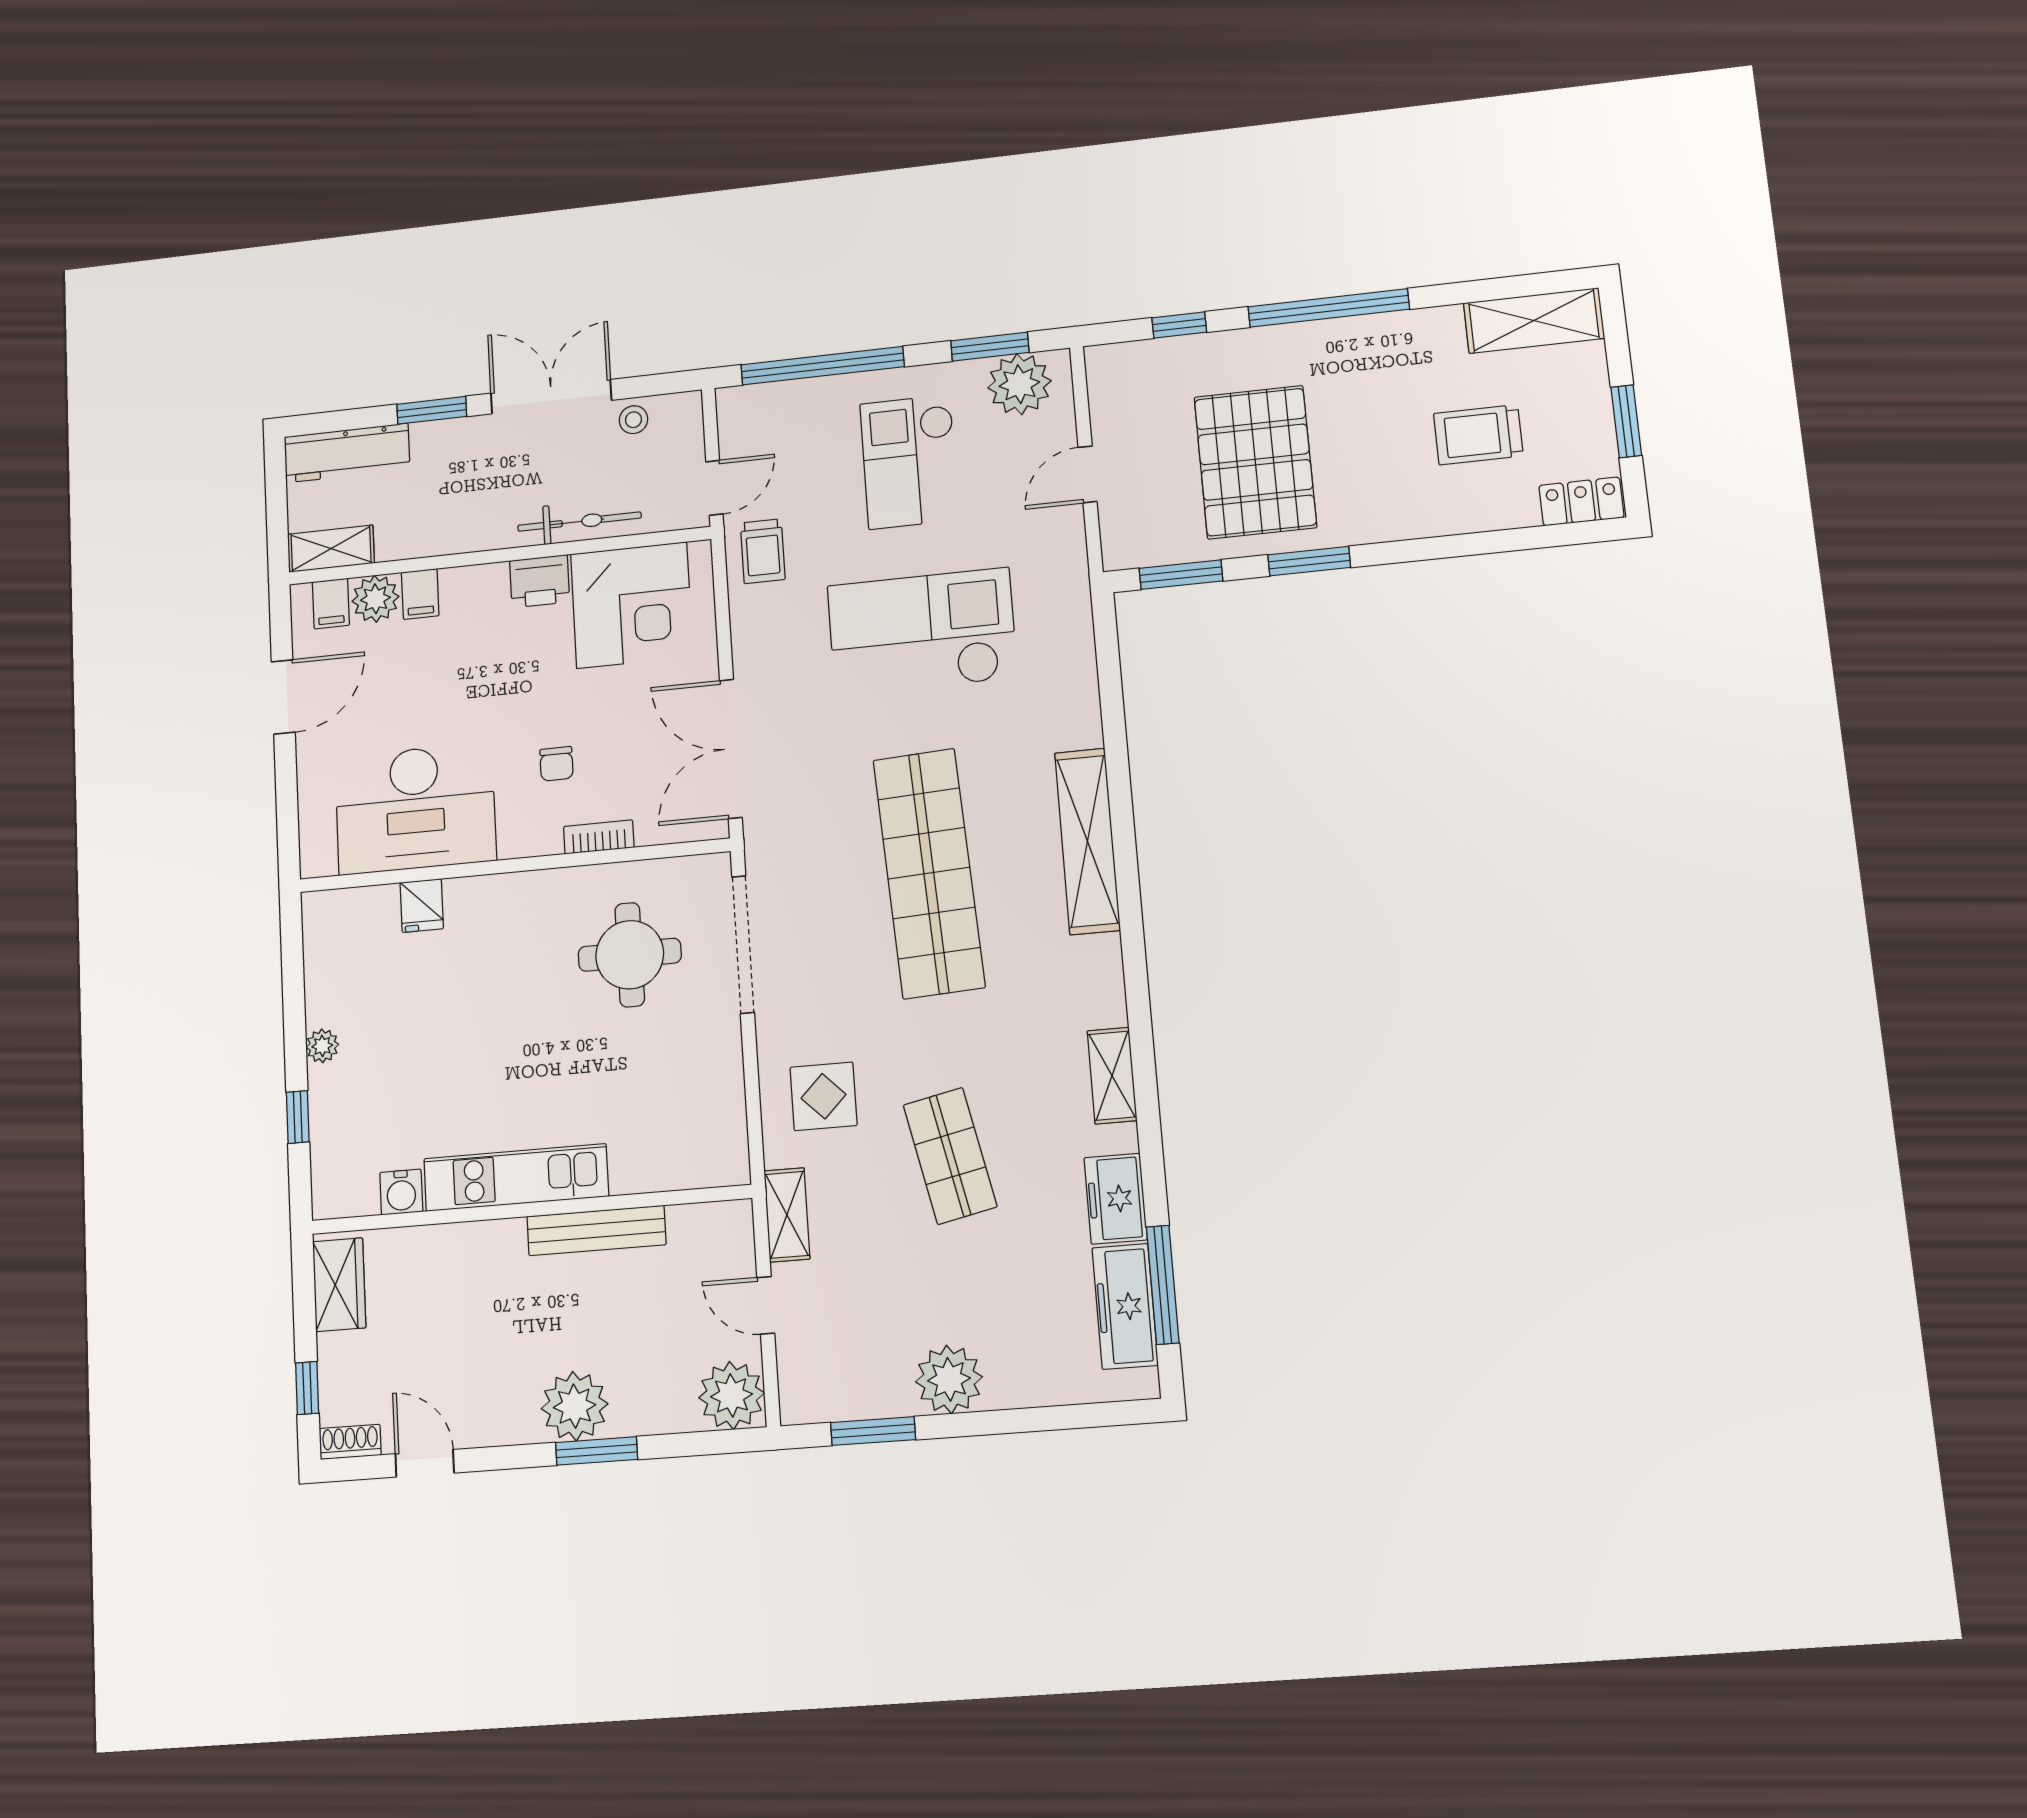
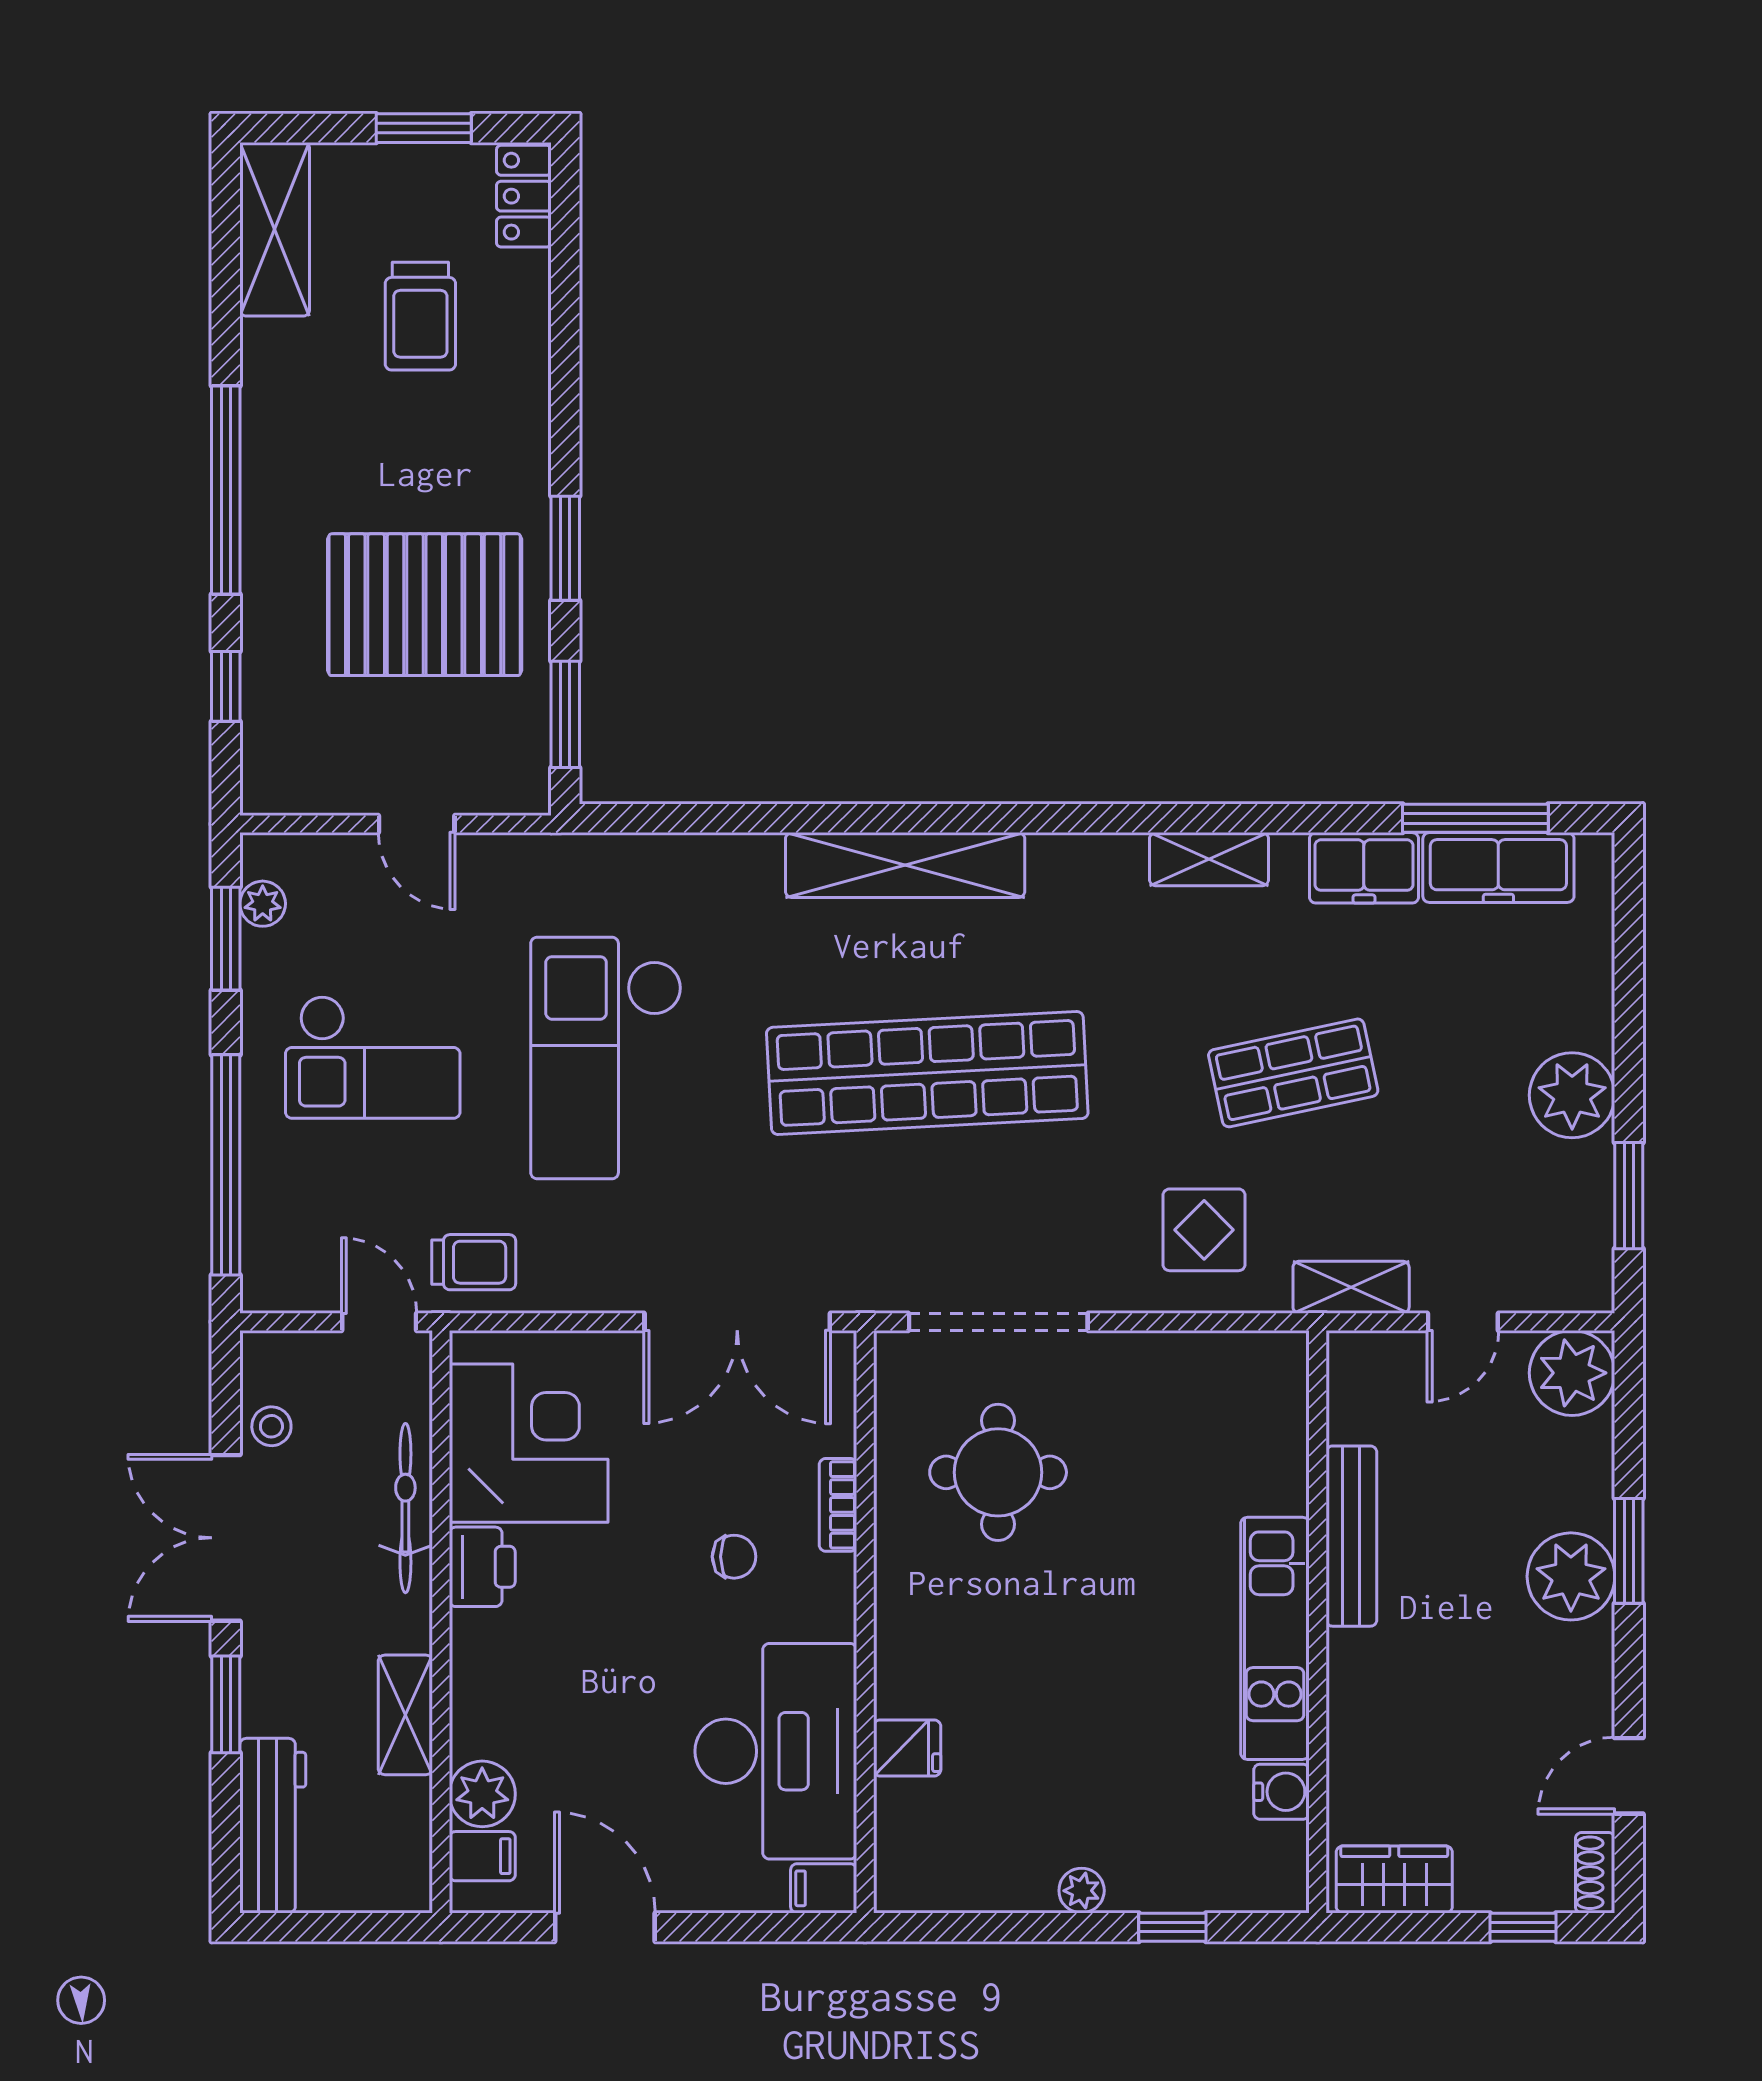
plant: (1019, 384) -> (263, 904), width x0.53, depth x0.53
shelving: (331, 549) -> (405, 1715), moved
filing cabinet: (420, 594) -> (824, 1888), moved, turned 180

